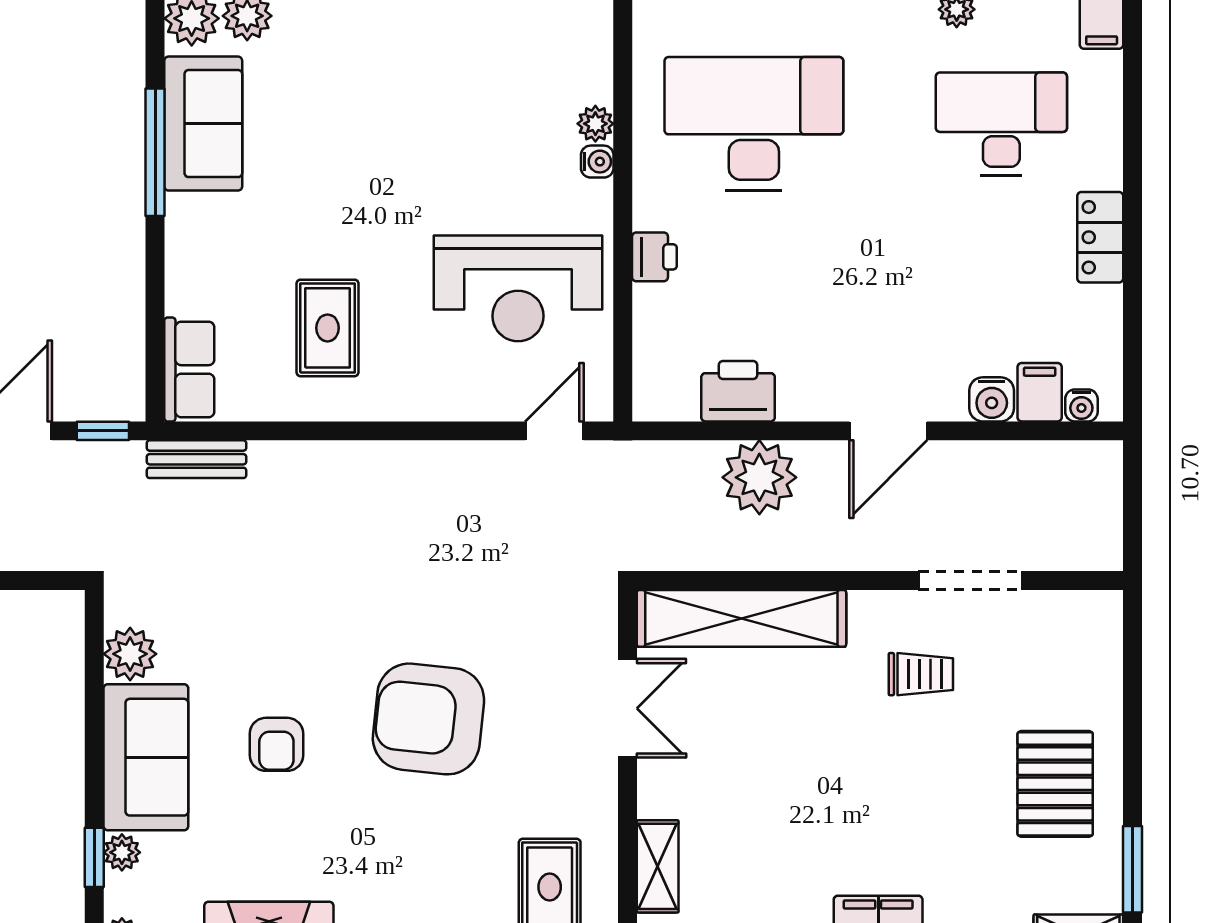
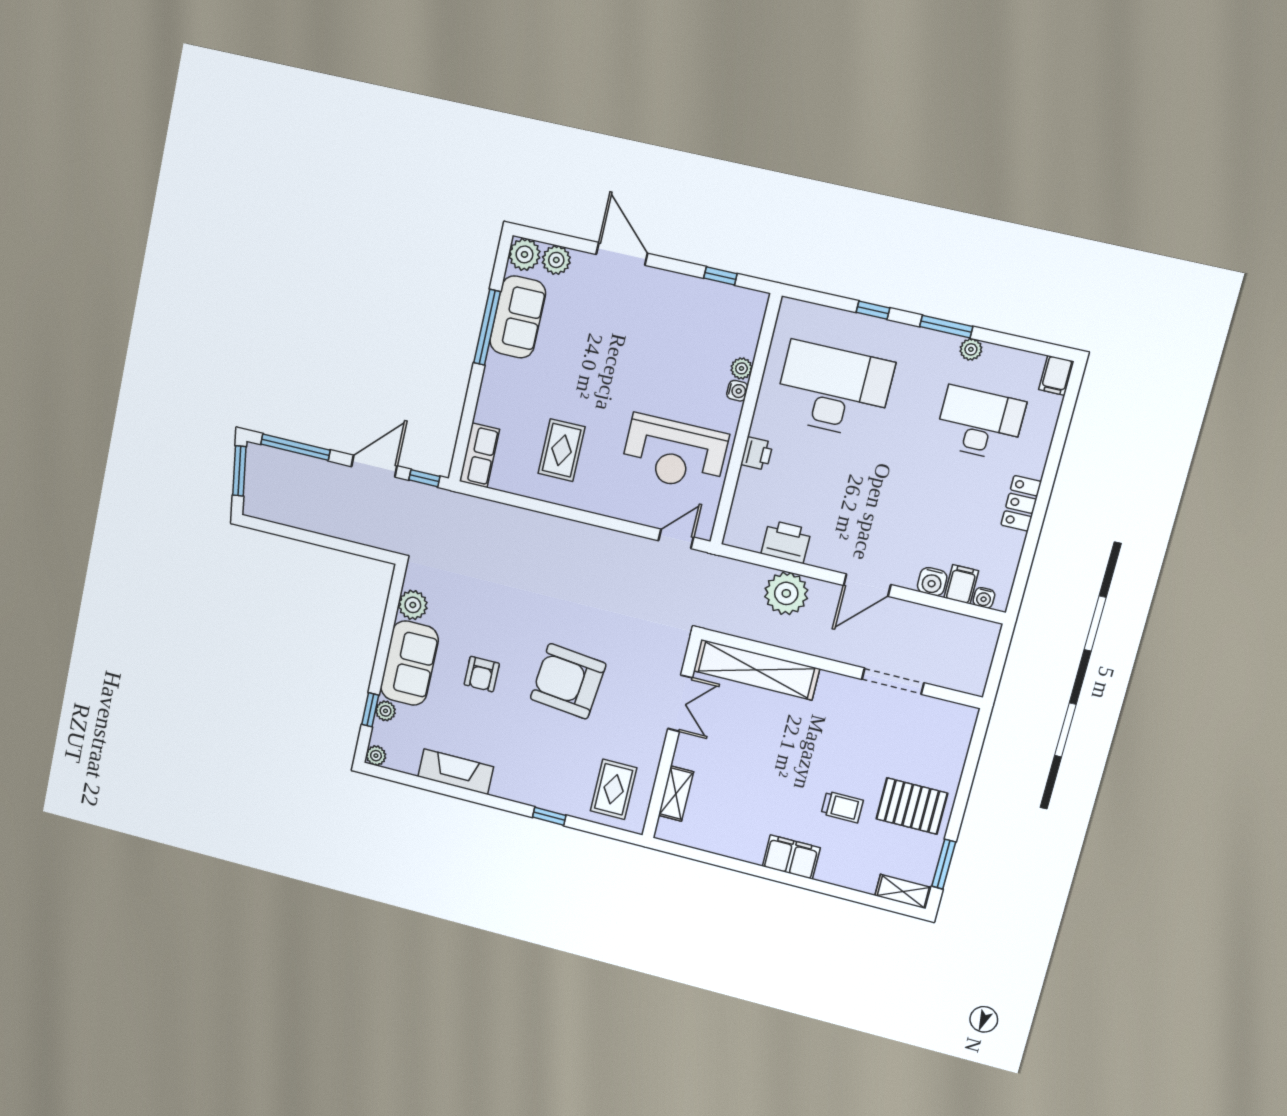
bench: (196, 459) -> (472, 506), removed
trolley: (921, 674) -> (842, 807), moved
pallet: (1055, 784) -> (912, 806), turned 90

